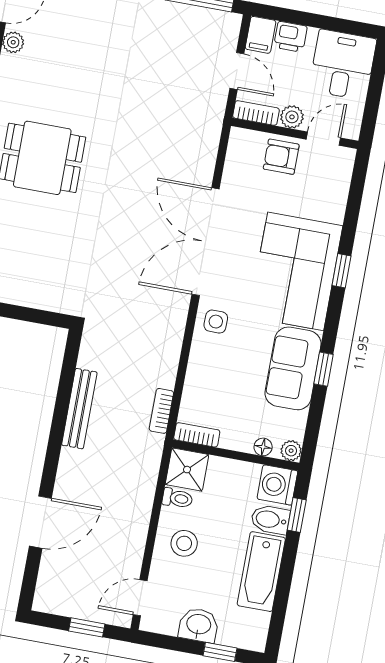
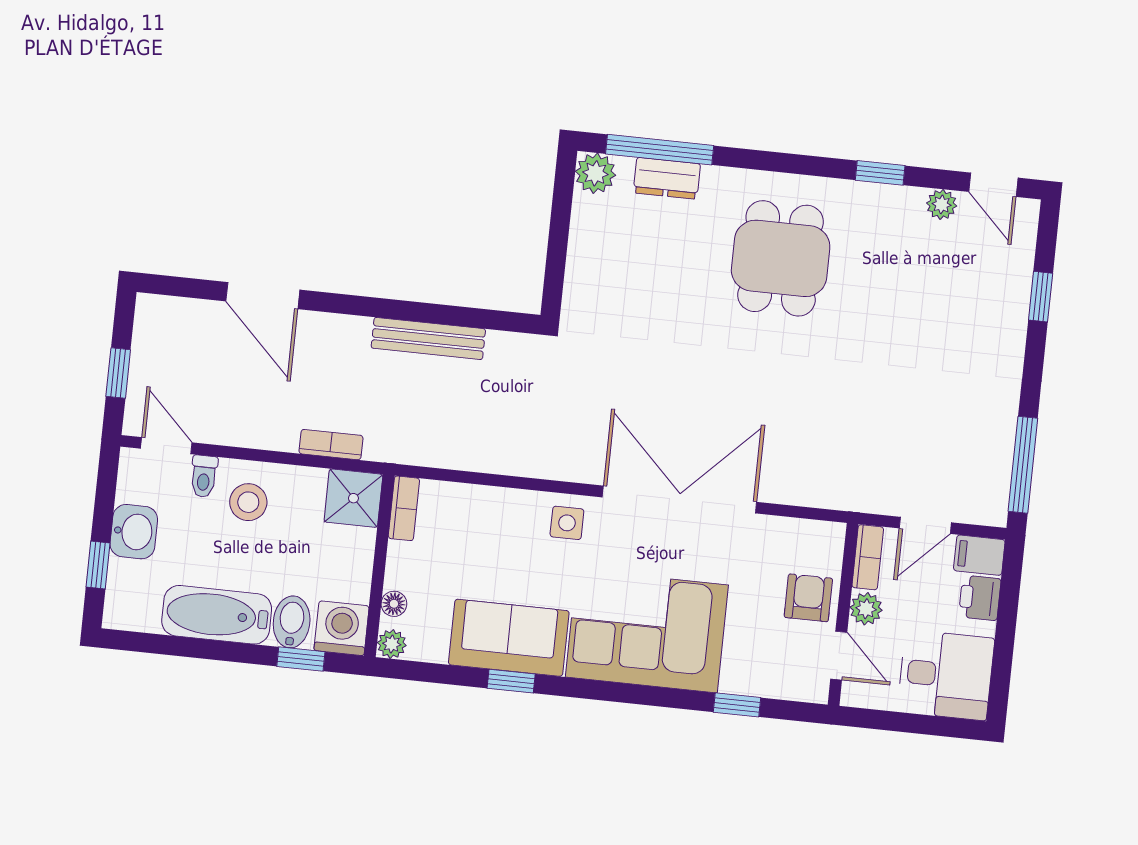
window: (342, 271) -> (737, 705), moved
bookcase: (161, 411) -> (331, 445), moved
toilet: (177, 498) -> (204, 476), moved

